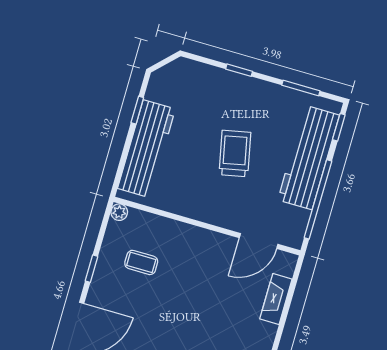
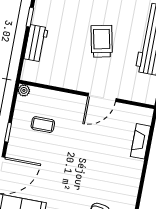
workbench: (146, 149) -> (36, 43), width x0.53, depth x0.76
door: (259, 241) -> (102, 97), moved

